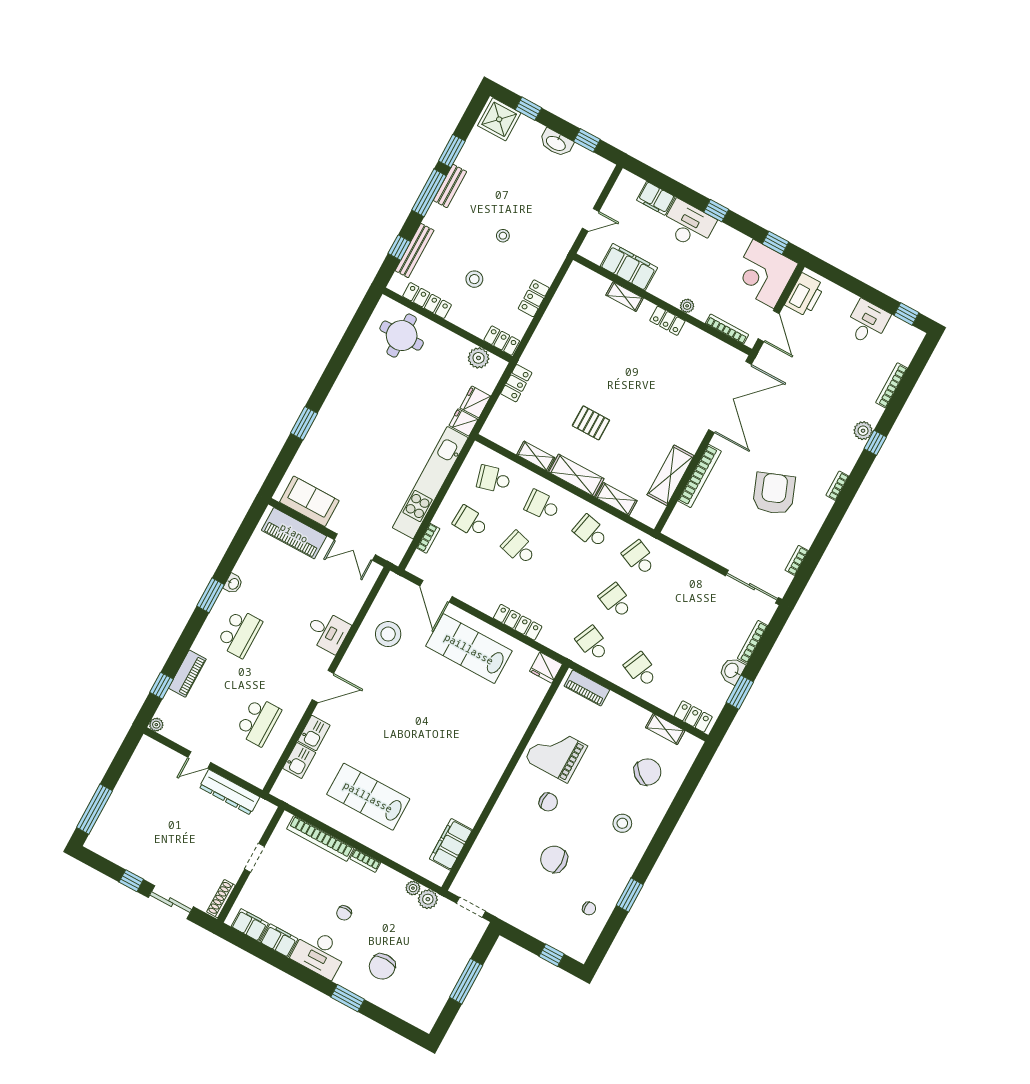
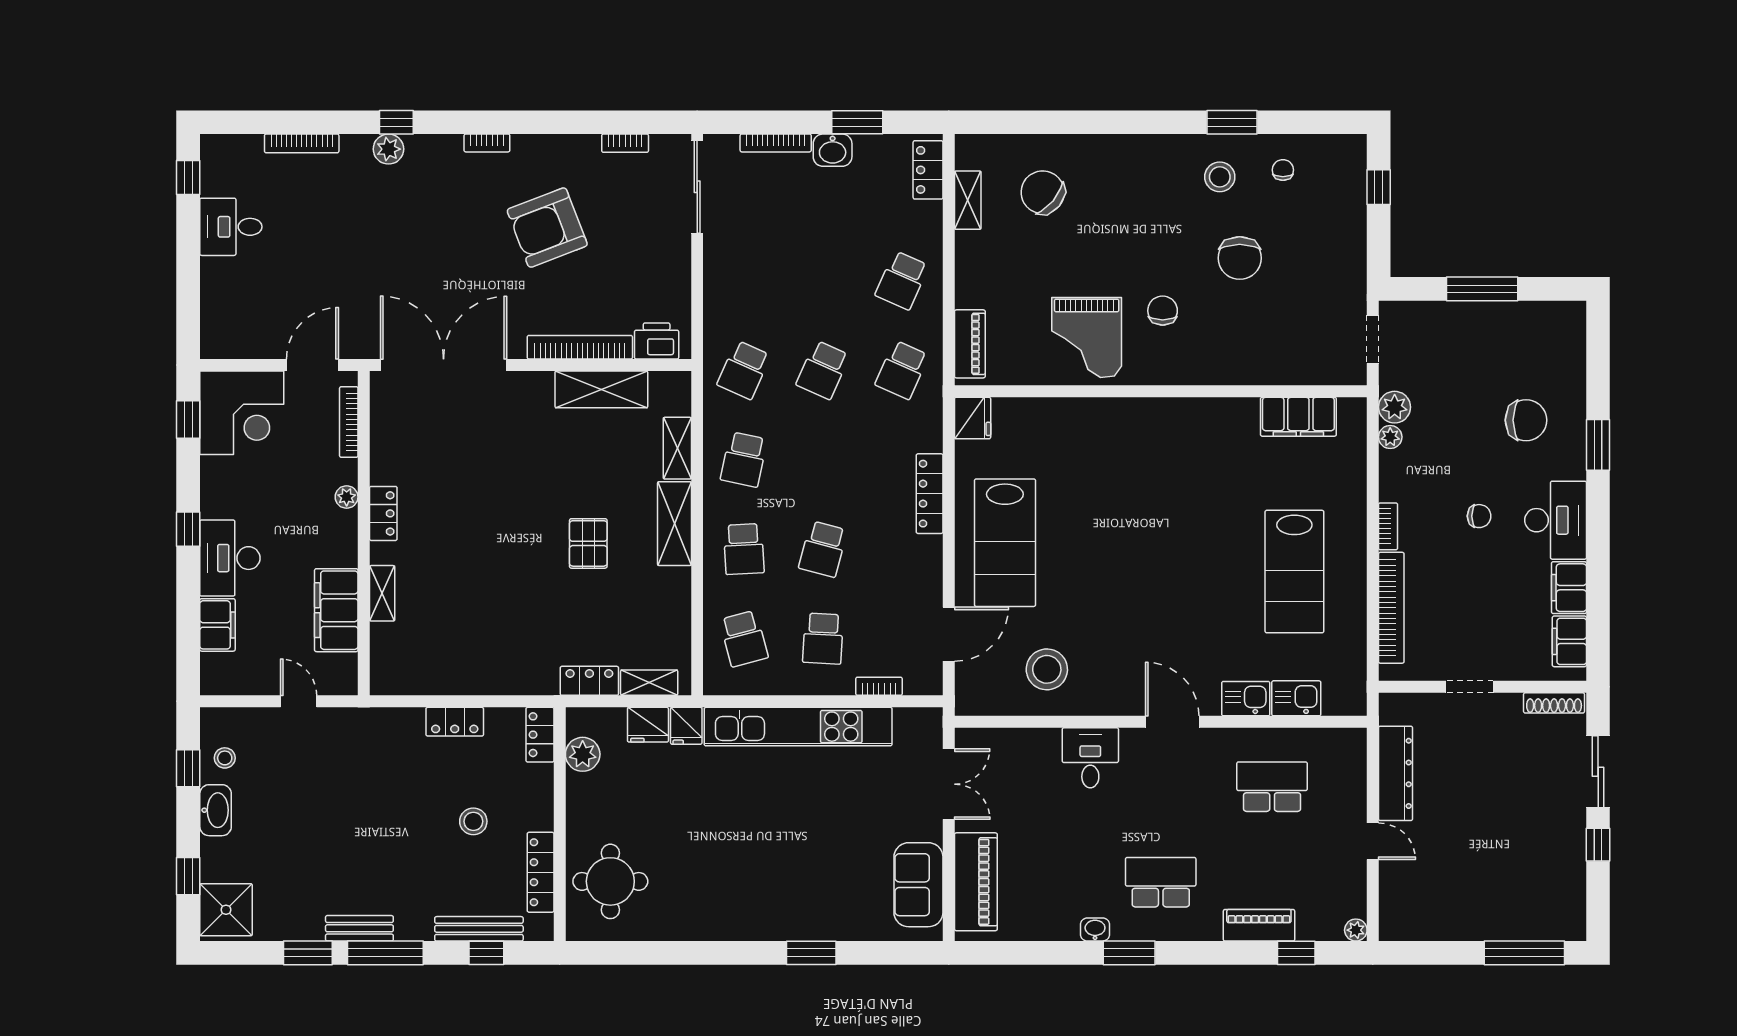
stool: (503, 236) -> (225, 758), moved
printer: (805, 295) -> (657, 341), moved, width x0.73, depth x0.84
shelving: (536, 456) -> (649, 683), moved, turned 90
stool: (622, 823) -> (1220, 177), moved

